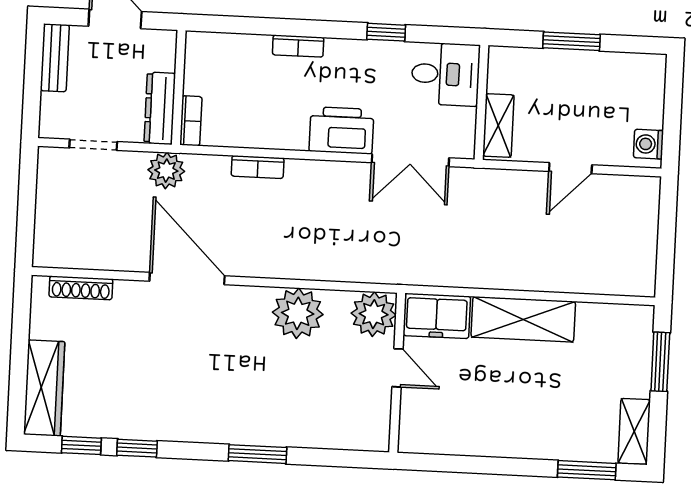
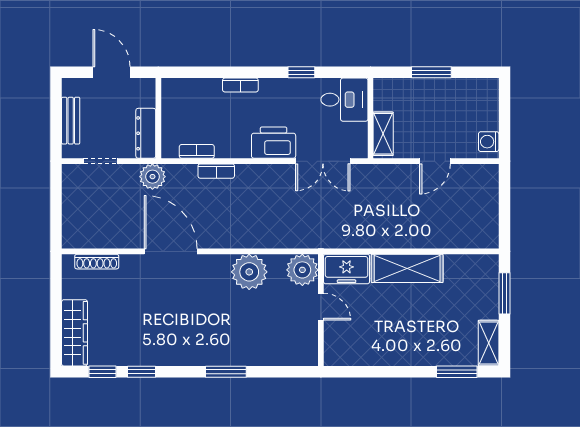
bench: (55, 58) -> (71, 121), moved
bookcase: (191, 121) -> (197, 151), moved, turned -90

